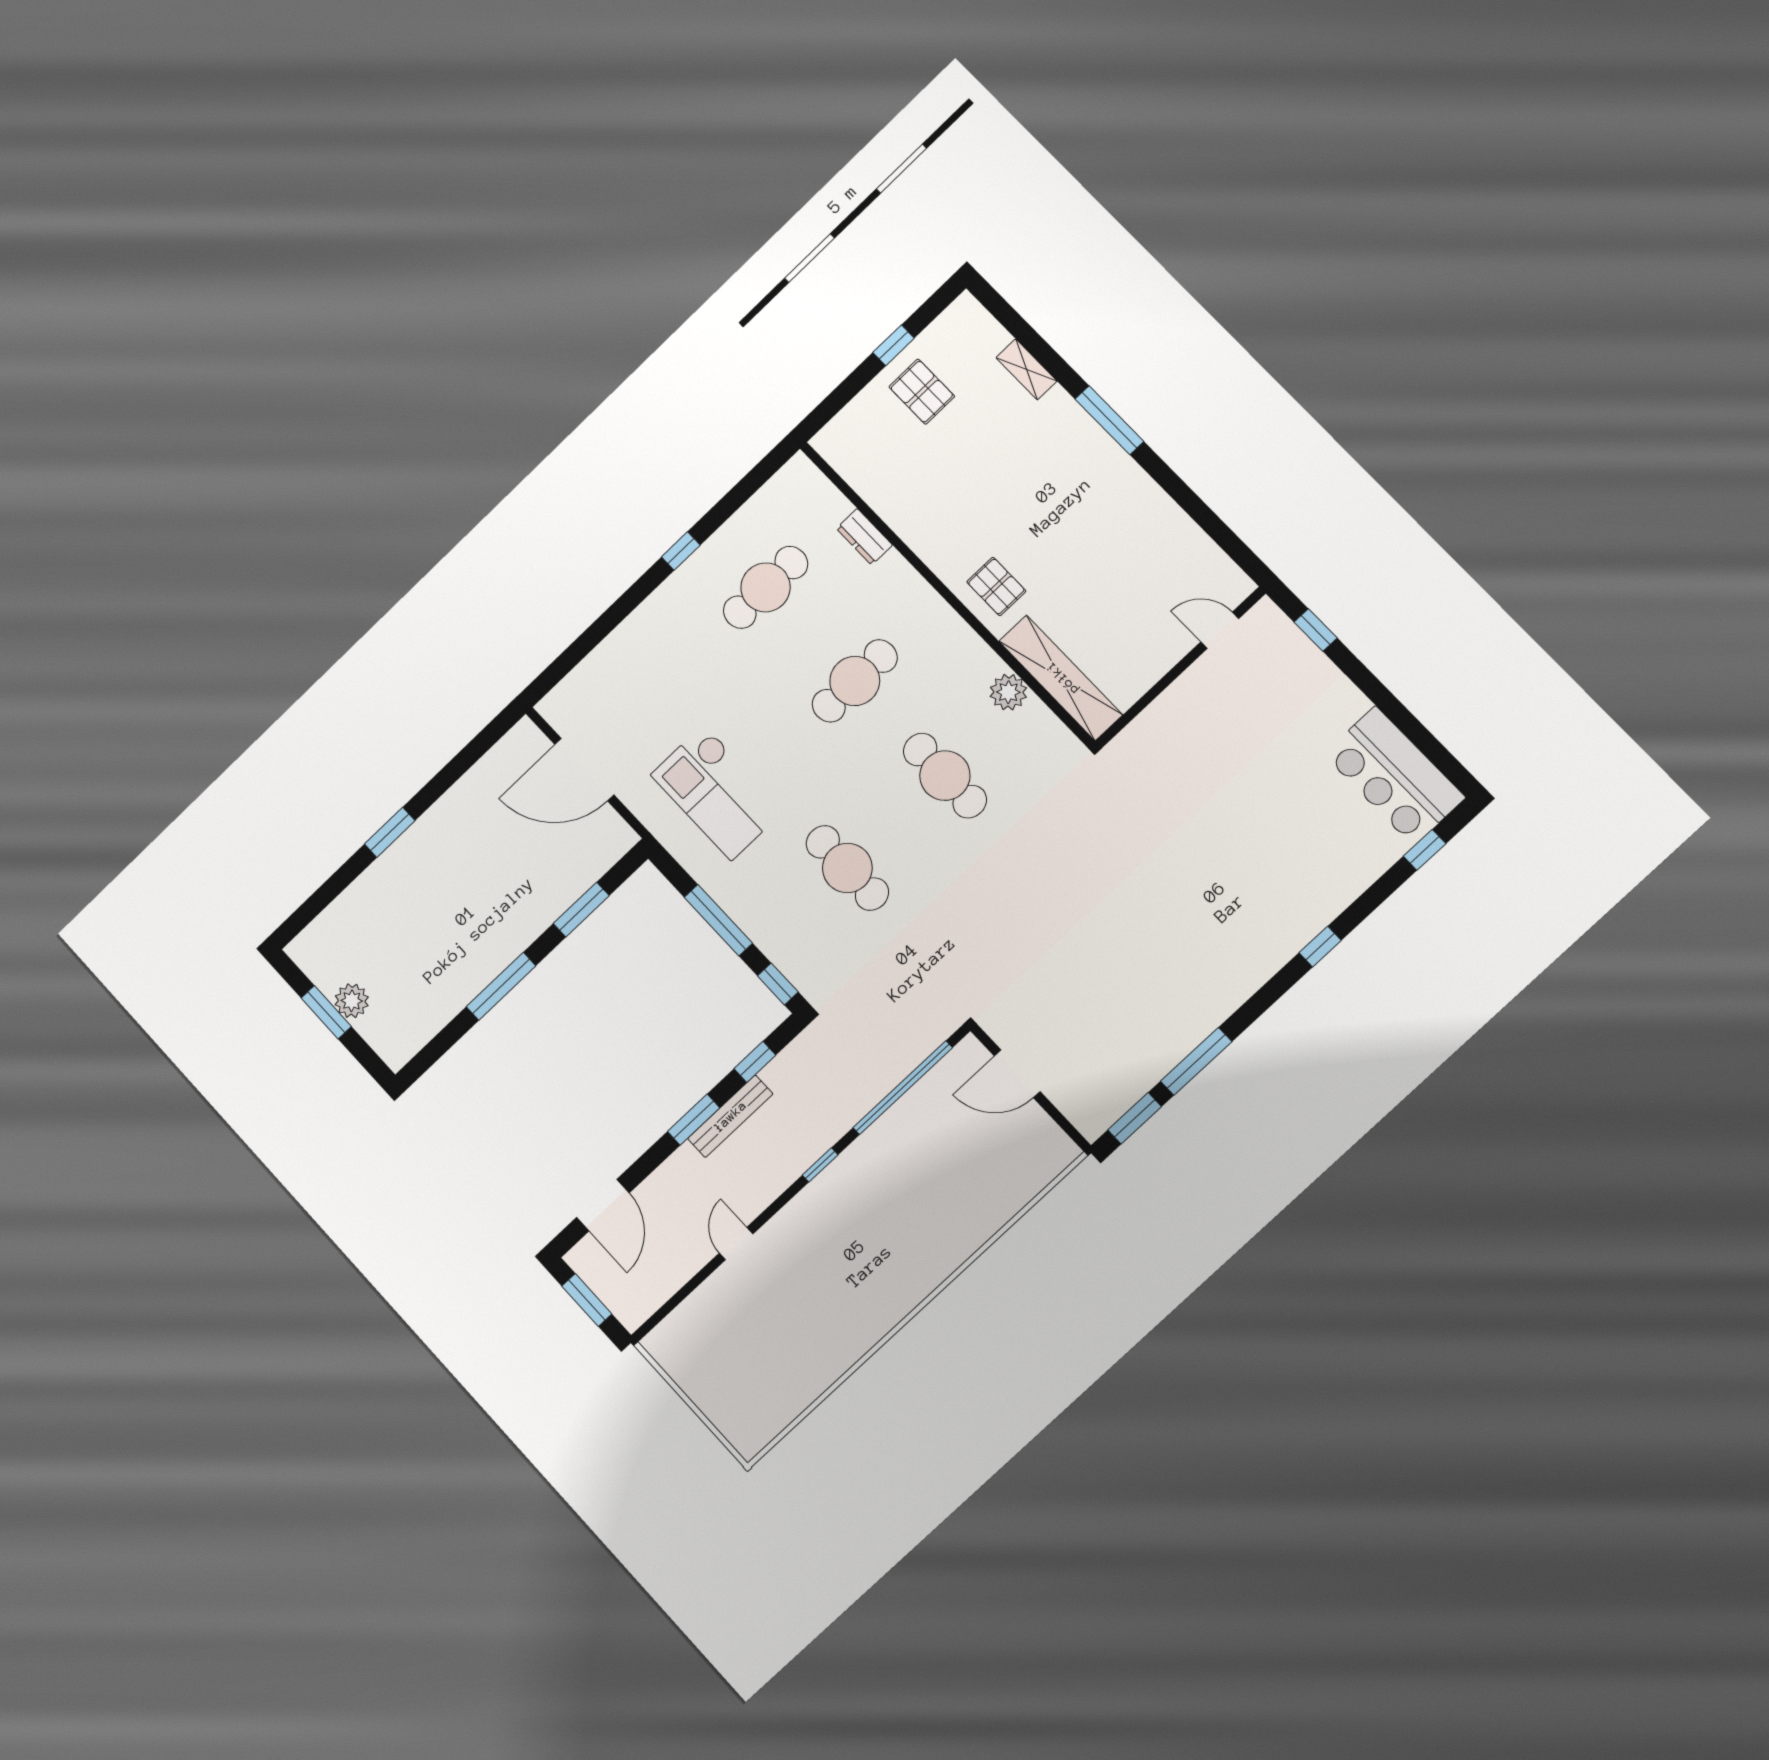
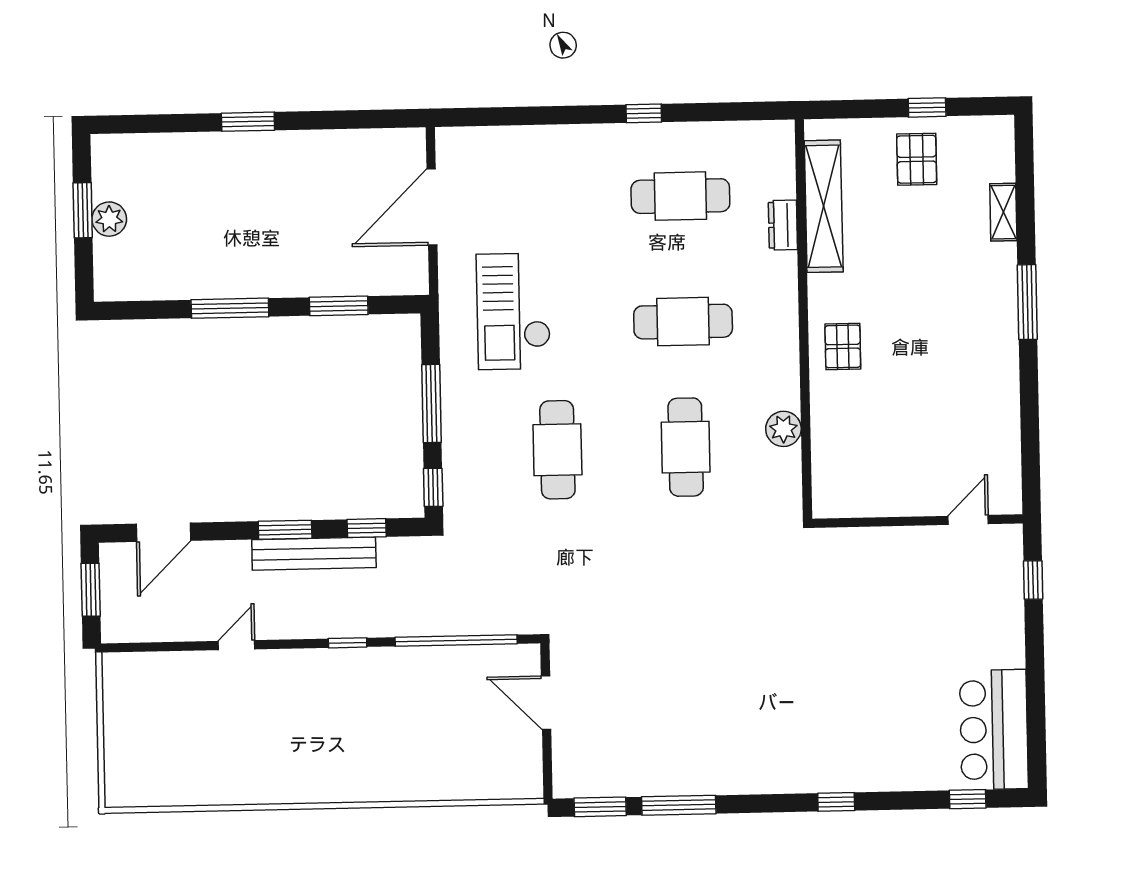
door: (1220, 630) -> (968, 520), hinge flipped
shelving: (1061, 678) -> (824, 206), moved
door: (584, 770) -> (432, 207), hinge flipped
bench: (730, 1116) -> (314, 554), width x1.37, depth x1.21

